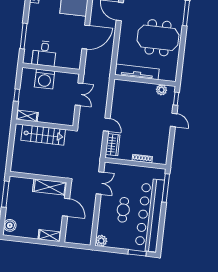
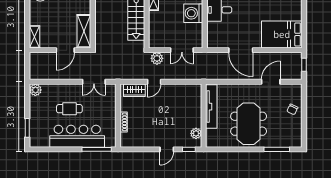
plant: (84, 119) -> (157, 58), added
bar counter: (150, 215) -> (77, 136), width x0.73

